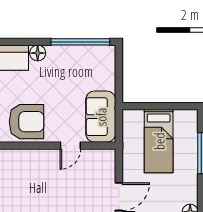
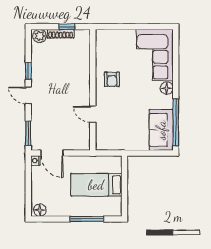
sofa: (101, 117) -> (161, 130), moved, turned -90
armchair: (26, 122) -> (112, 79), width x0.53, depth x0.53

